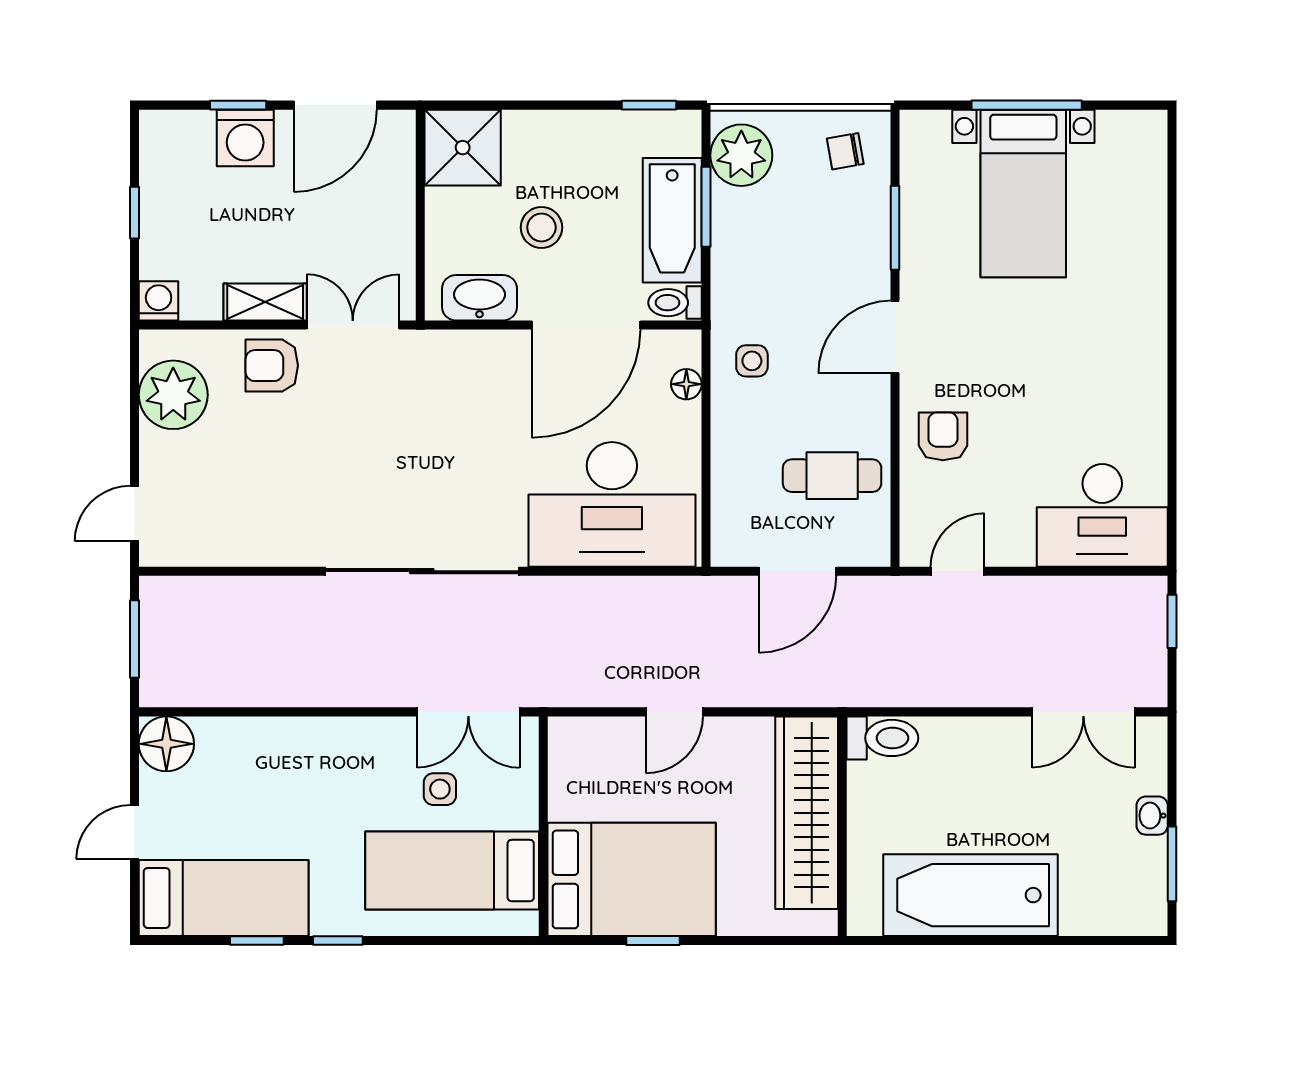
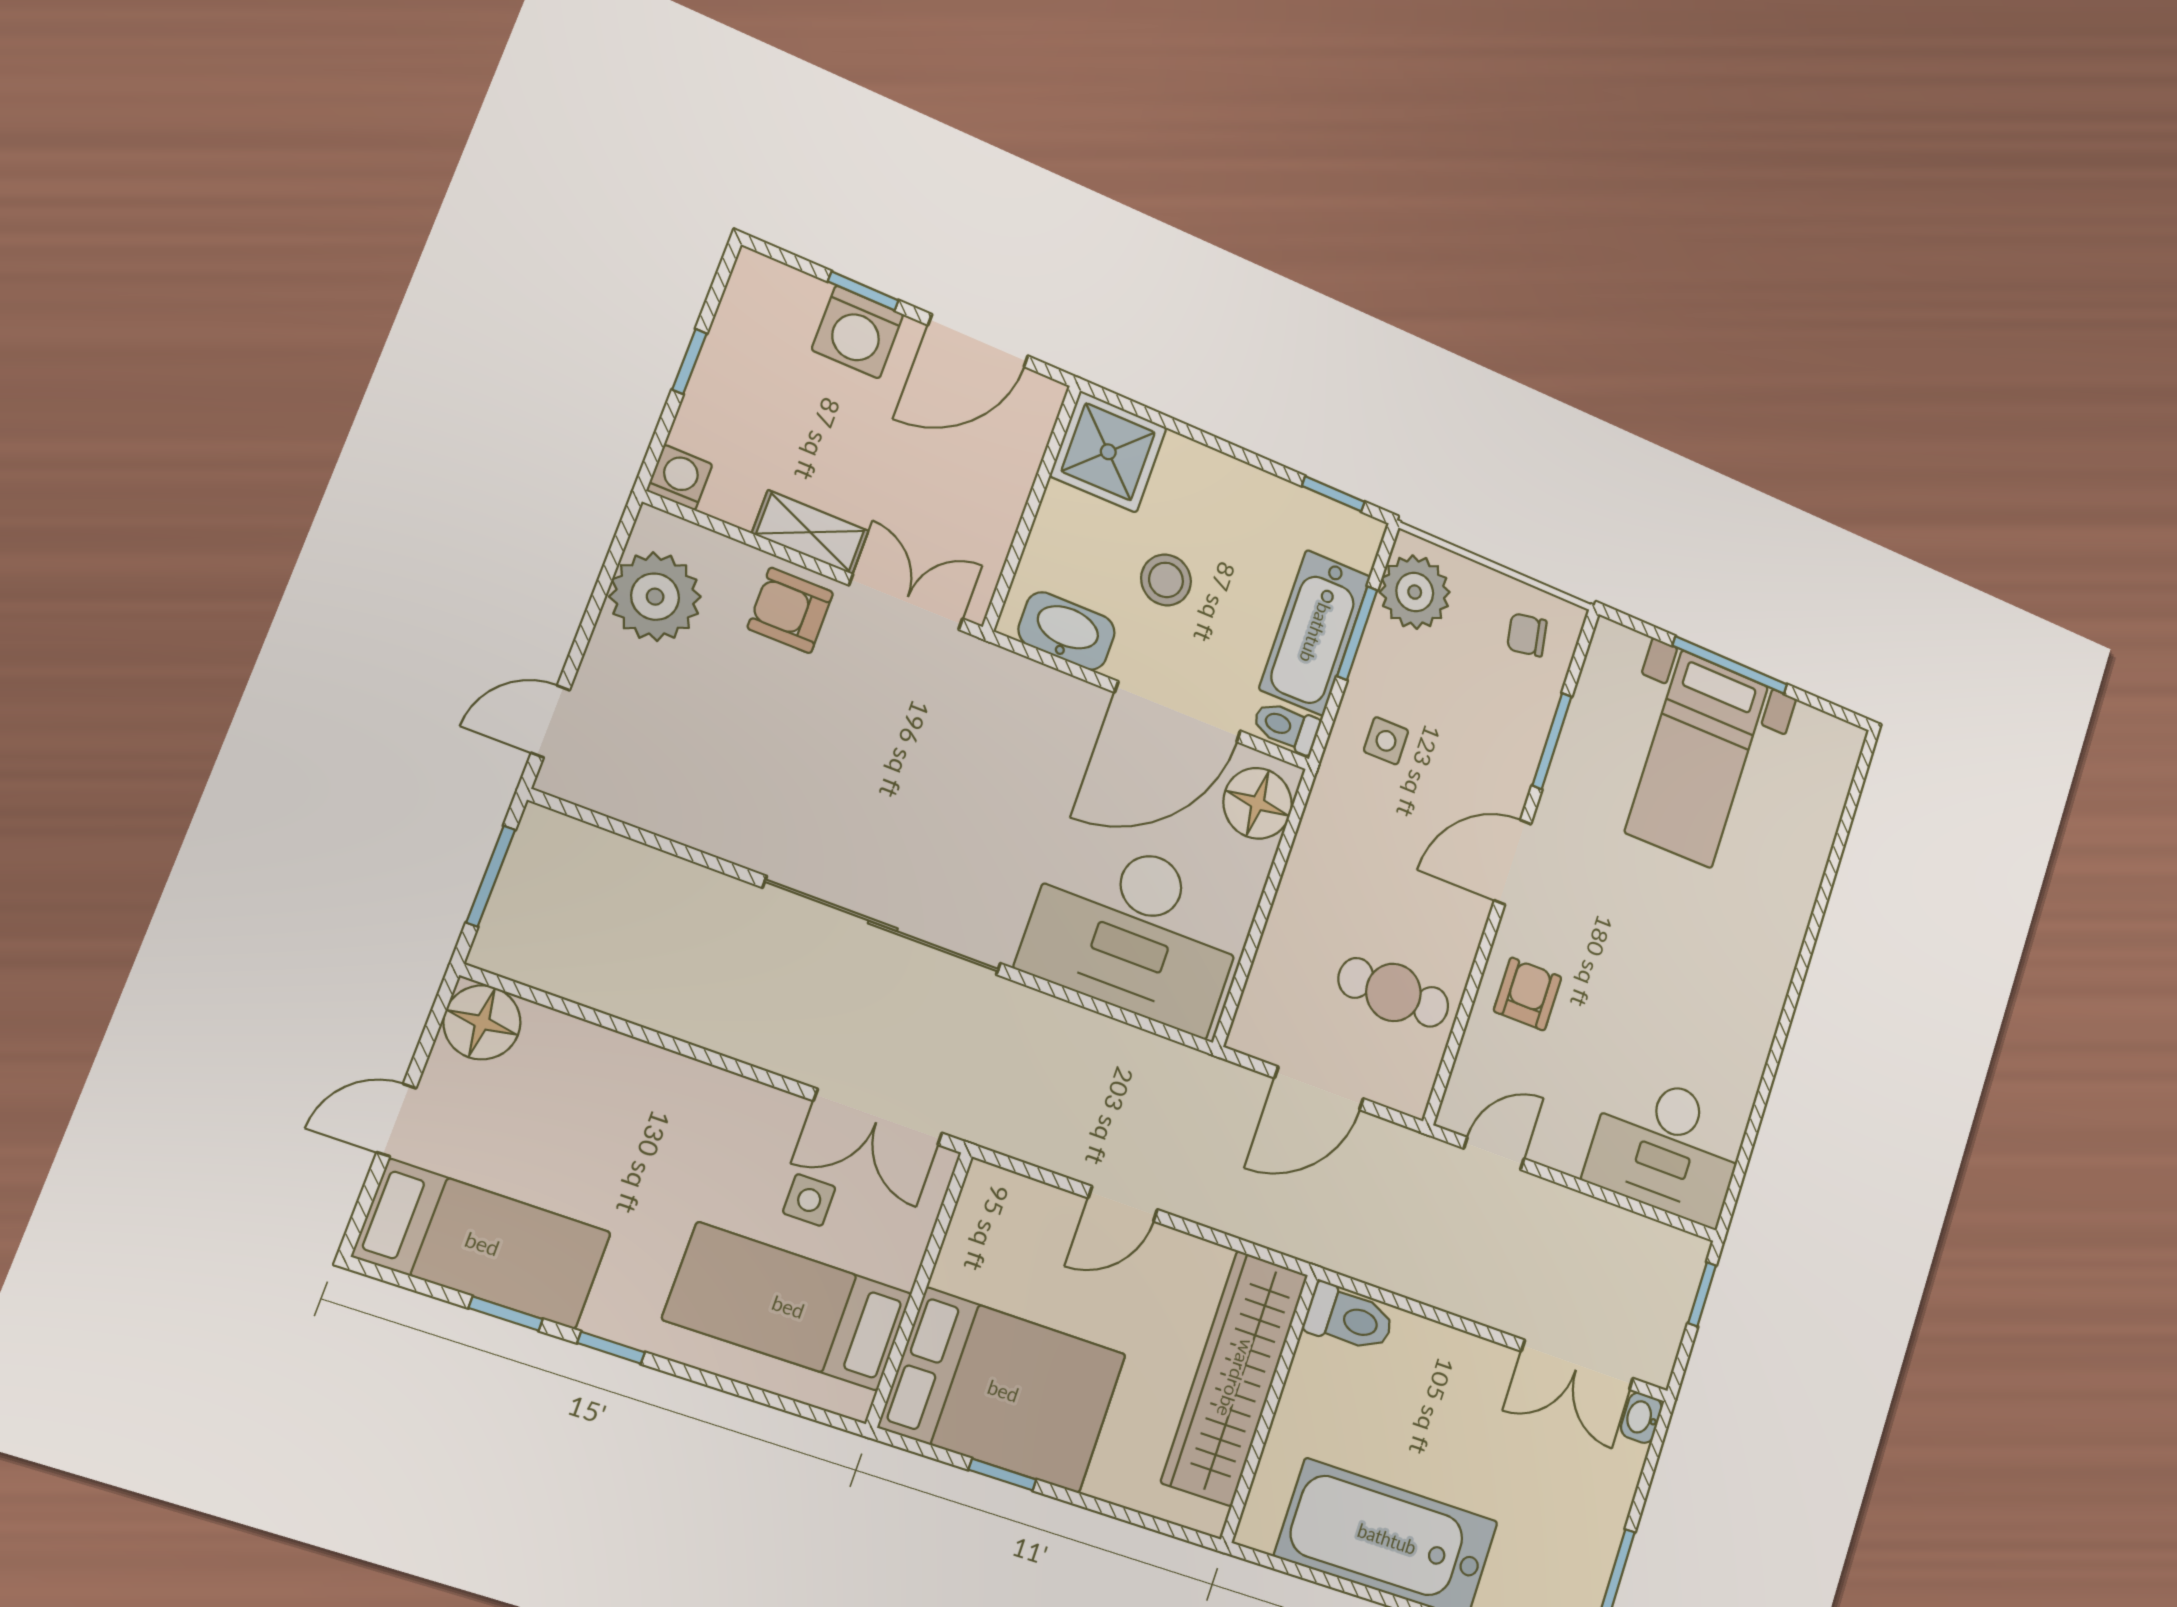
side table: (752, 361) -> (1386, 741), moved
floor lamp: (686, 384) -> (1258, 803), width x1.89, depth x1.89
washbasin: (1152, 816) -> (1641, 1418), moved

